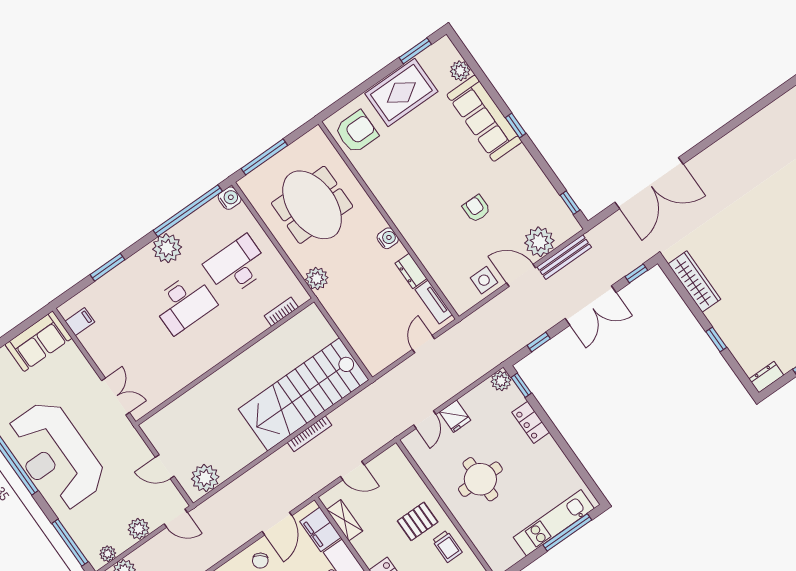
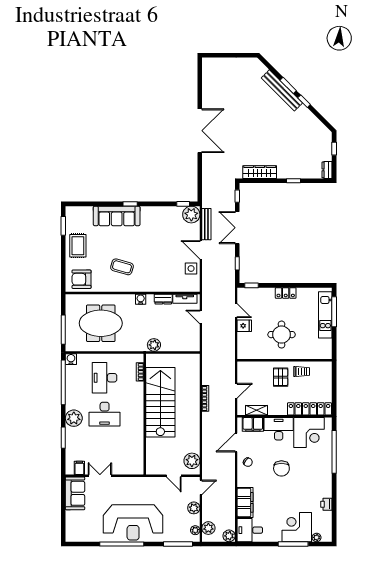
plant: (460, 71) -> (87, 212), removed
rug: (401, 93) -> (78, 246), width x0.73, depth x0.70
armchair: (356, 132) -> (82, 279), turned -90
coffee table: (416, 178) -> (122, 267), added
double door: (649, 183) -> (200, 131), moved
armchair: (476, 209) -> (156, 249), removed
plant: (539, 242) -> (191, 215), moved
plant: (167, 248) -> (74, 418), moved
door: (521, 275) -> (201, 250), hinge flipped
plant: (317, 279) -> (154, 345), moved
desk: (184, 303) -> (105, 414), turned 90
double door: (591, 305) -> (237, 228), swing flipped
plant: (501, 381) -> (243, 293), removed
stairs: (304, 394) -> (160, 402), moved, turned 180
double door: (116, 397) -> (100, 476), moved
door: (425, 420) -> (236, 311), moved
locker: (531, 422) -> (286, 293), moved
door: (165, 467) -> (174, 476), hinge flipped
door: (277, 524) -> (236, 443), swing flipped

